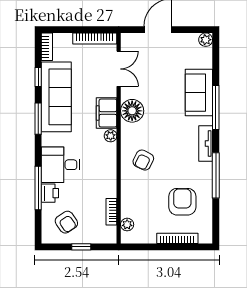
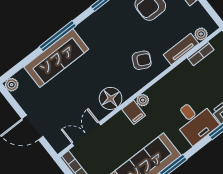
sofa: (199, 93) -> (56, 58), width x1.36
filing cabinet: (107, 113) -> (134, 112), width x0.50
tv unit: (206, 144) -> (181, 49), moved, turned 180

